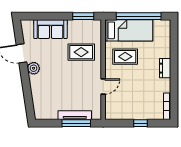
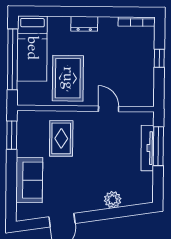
bed: (129, 30) -> (32, 48), moved, turned 180
rug: (125, 57) -> (68, 78), width x1.36, depth x1.43
plant: (34, 68) -> (113, 200), moved

